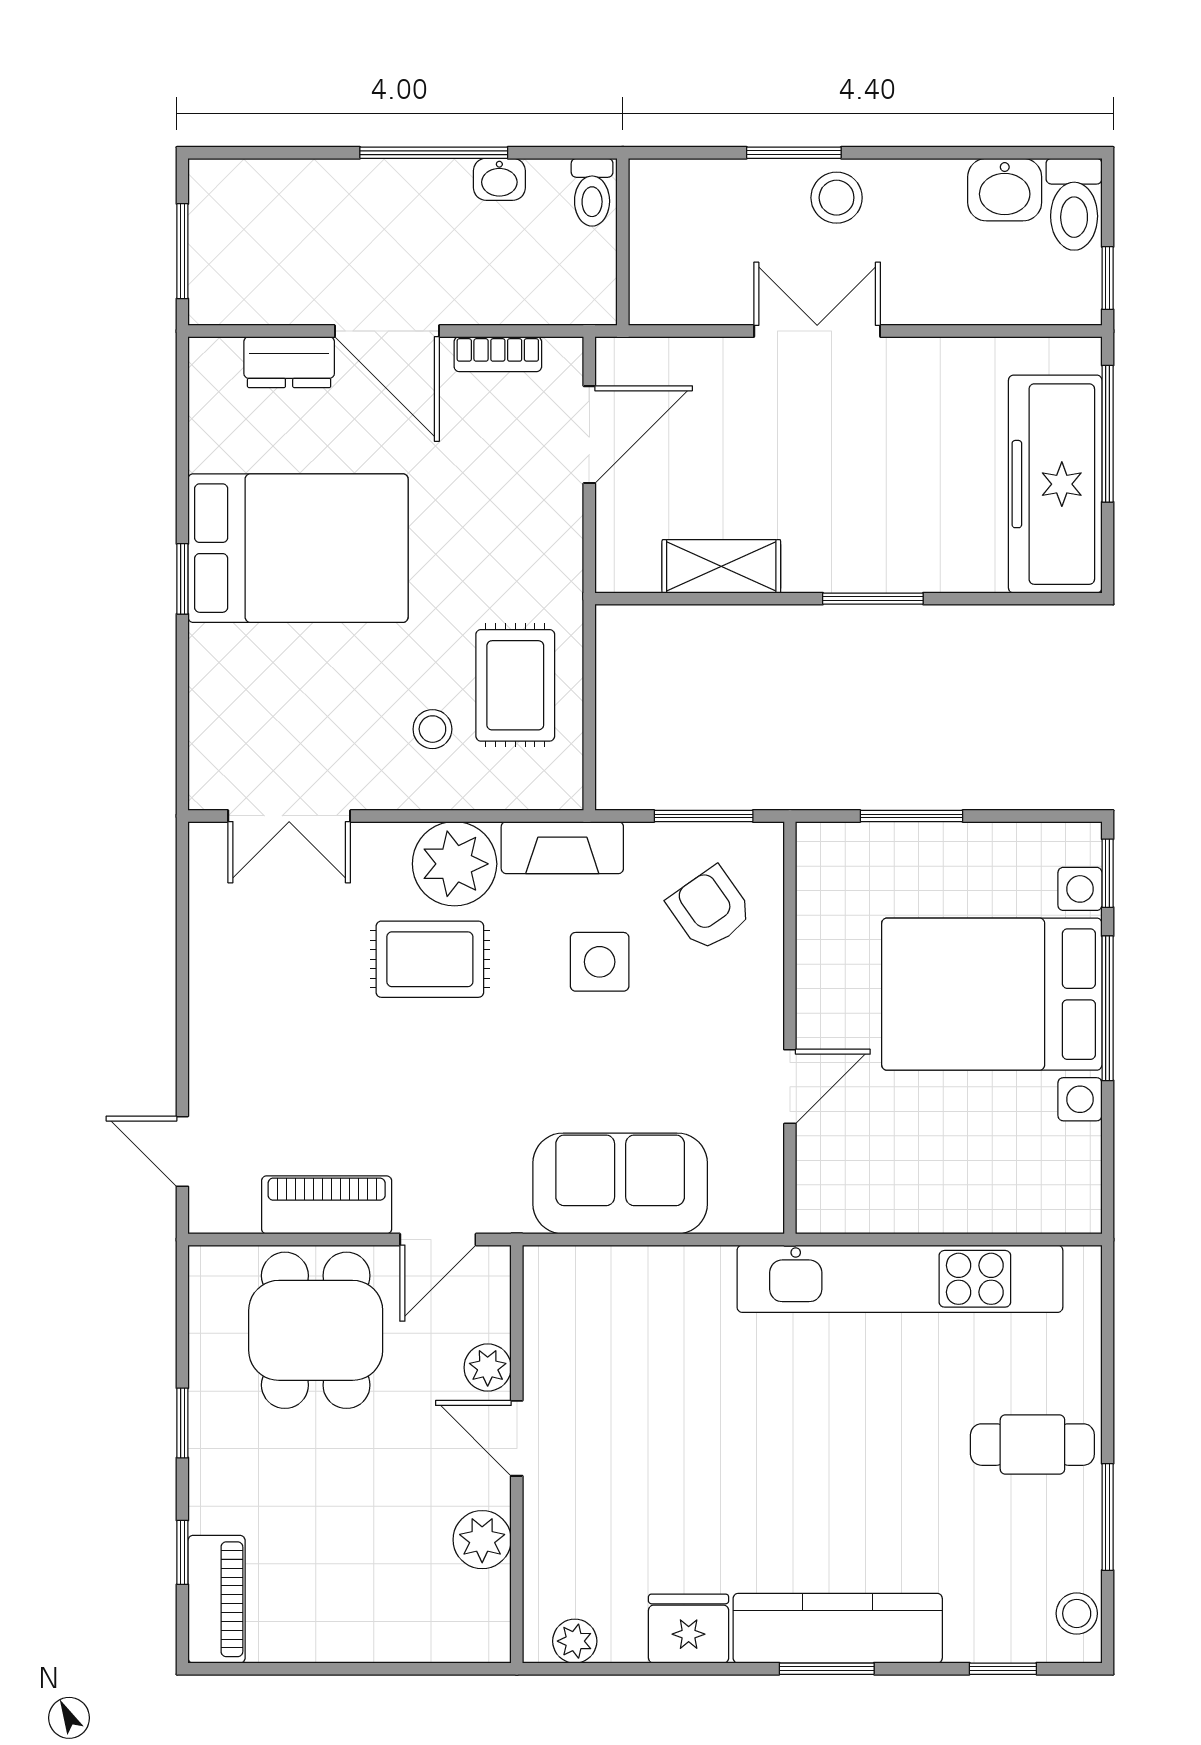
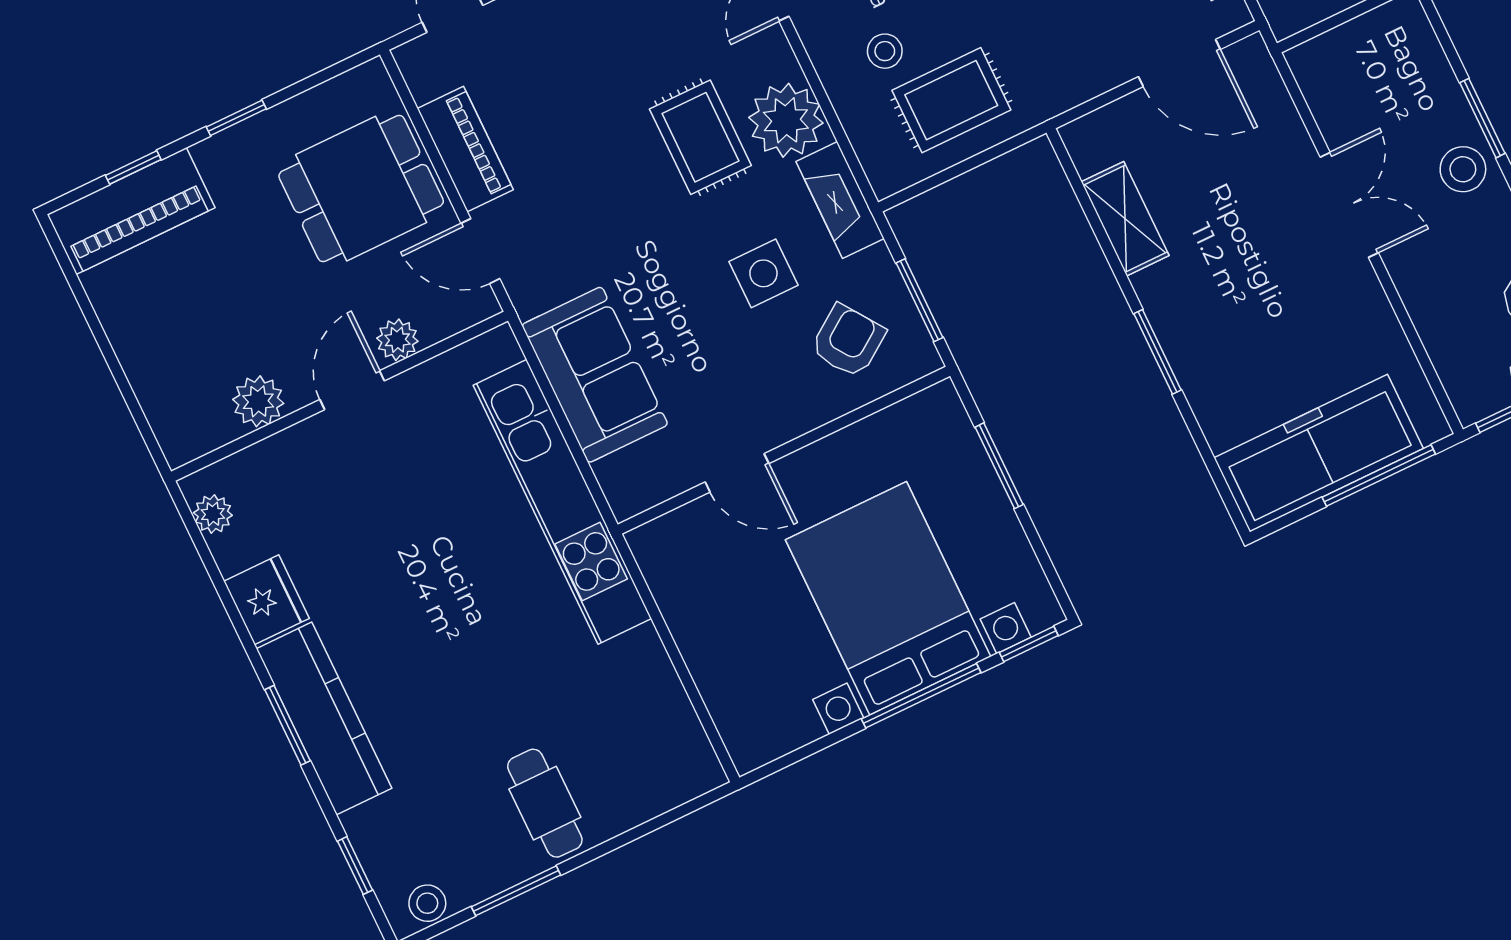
kitchen unit: (900, 1279) -> (562, 502), moved
piano: (217, 1599) -> (131, 211), width x1.37, depth x1.33

